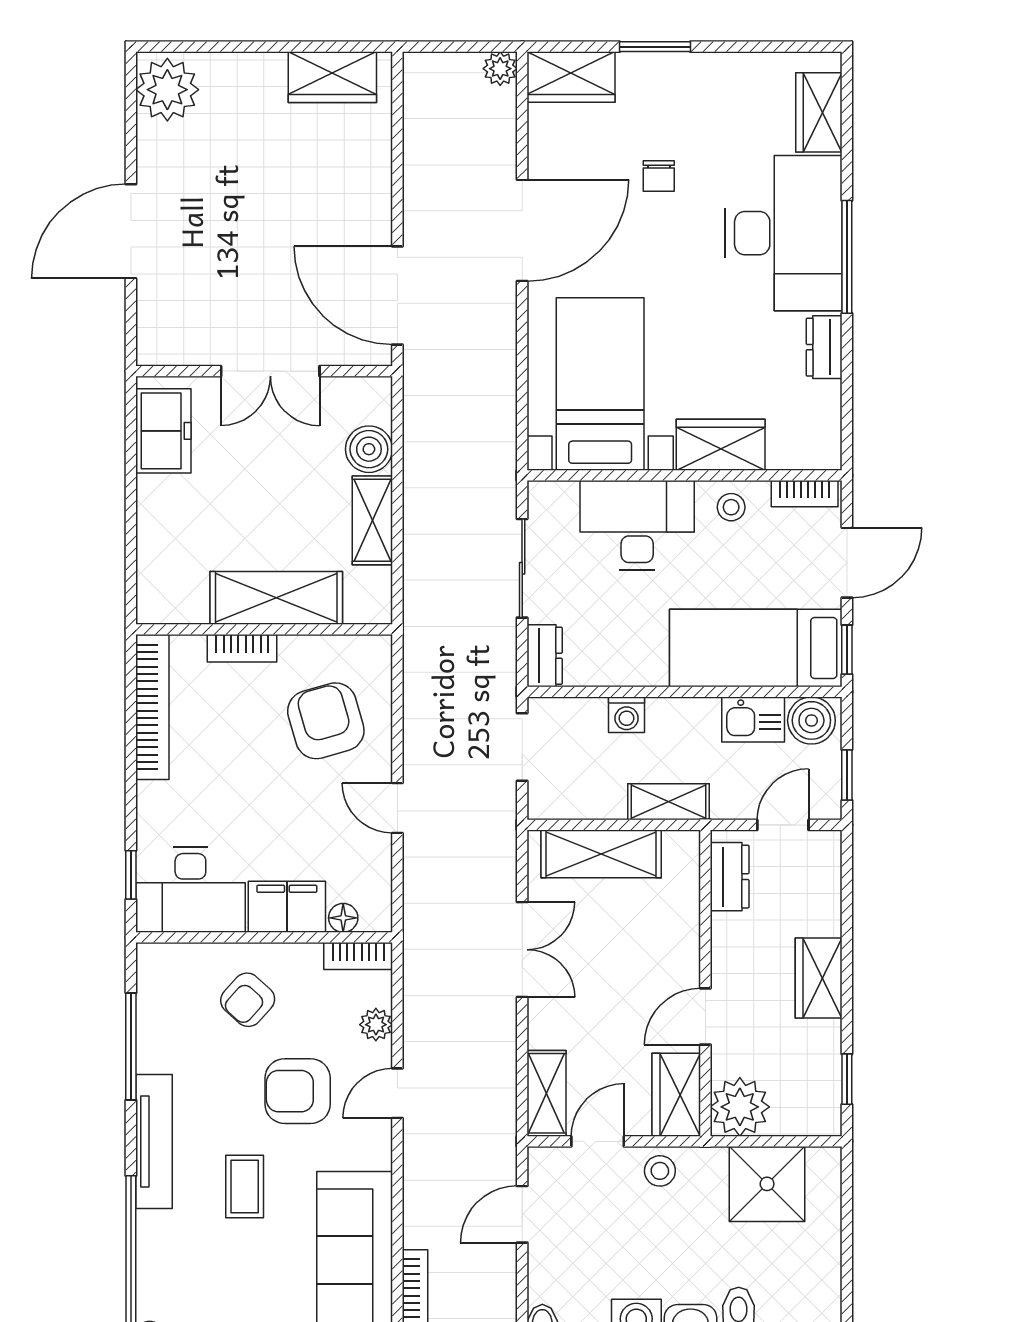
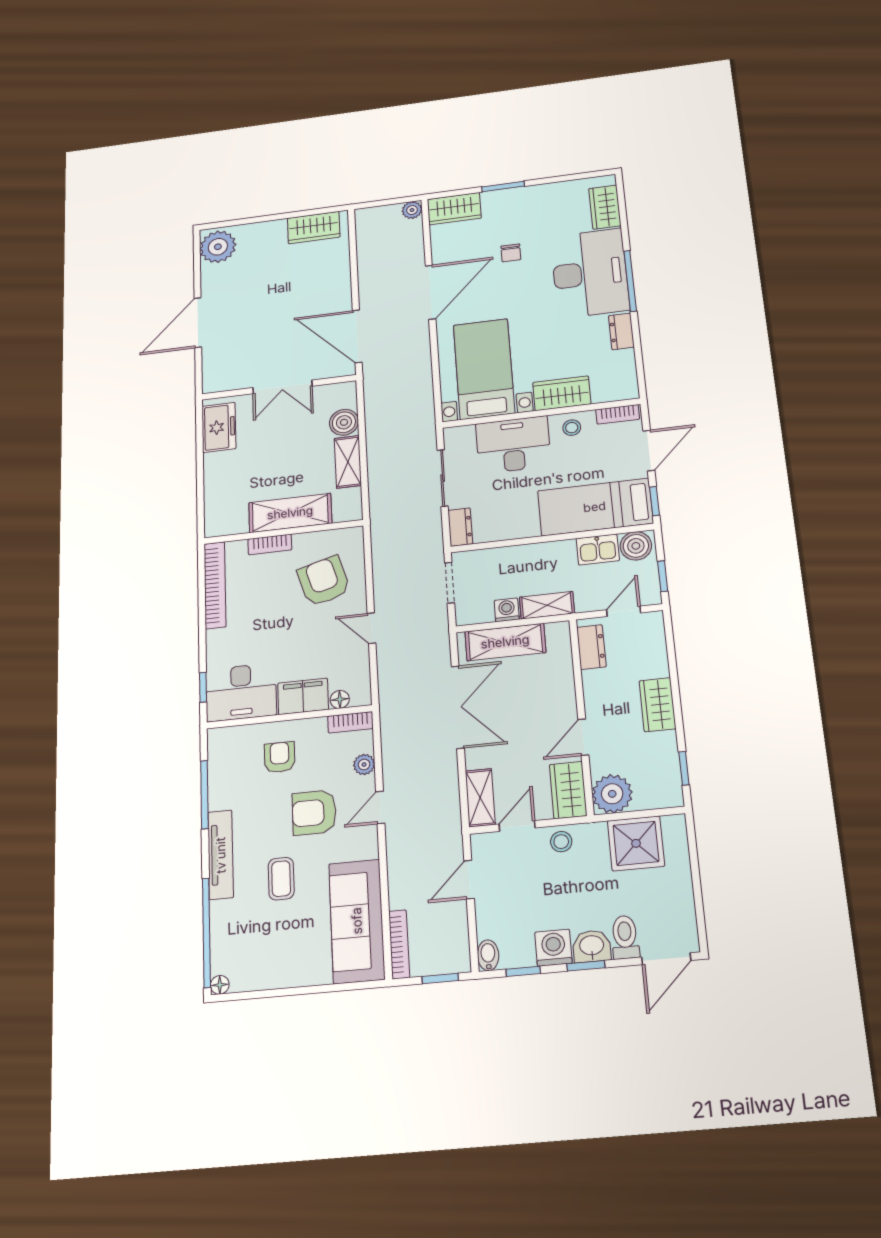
washing machine: (627, 715) -> (507, 610), moved, turned 180
double door: (522, 950) -> (458, 707), width x1.37
armchair: (248, 1000) -> (280, 757), turned 138

